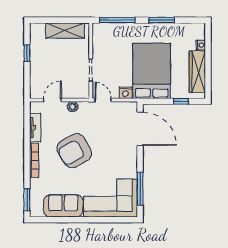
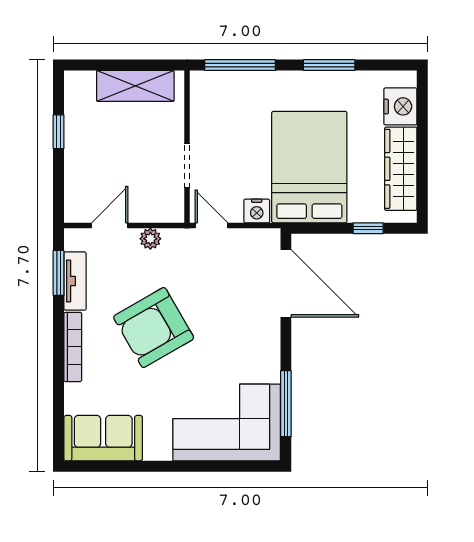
nightstand: (201, 45) -> (400, 106), width x1.89, depth x1.79
window: (27, 200) -> (59, 273), moved
sofa: (63, 206) -> (103, 438), moved

